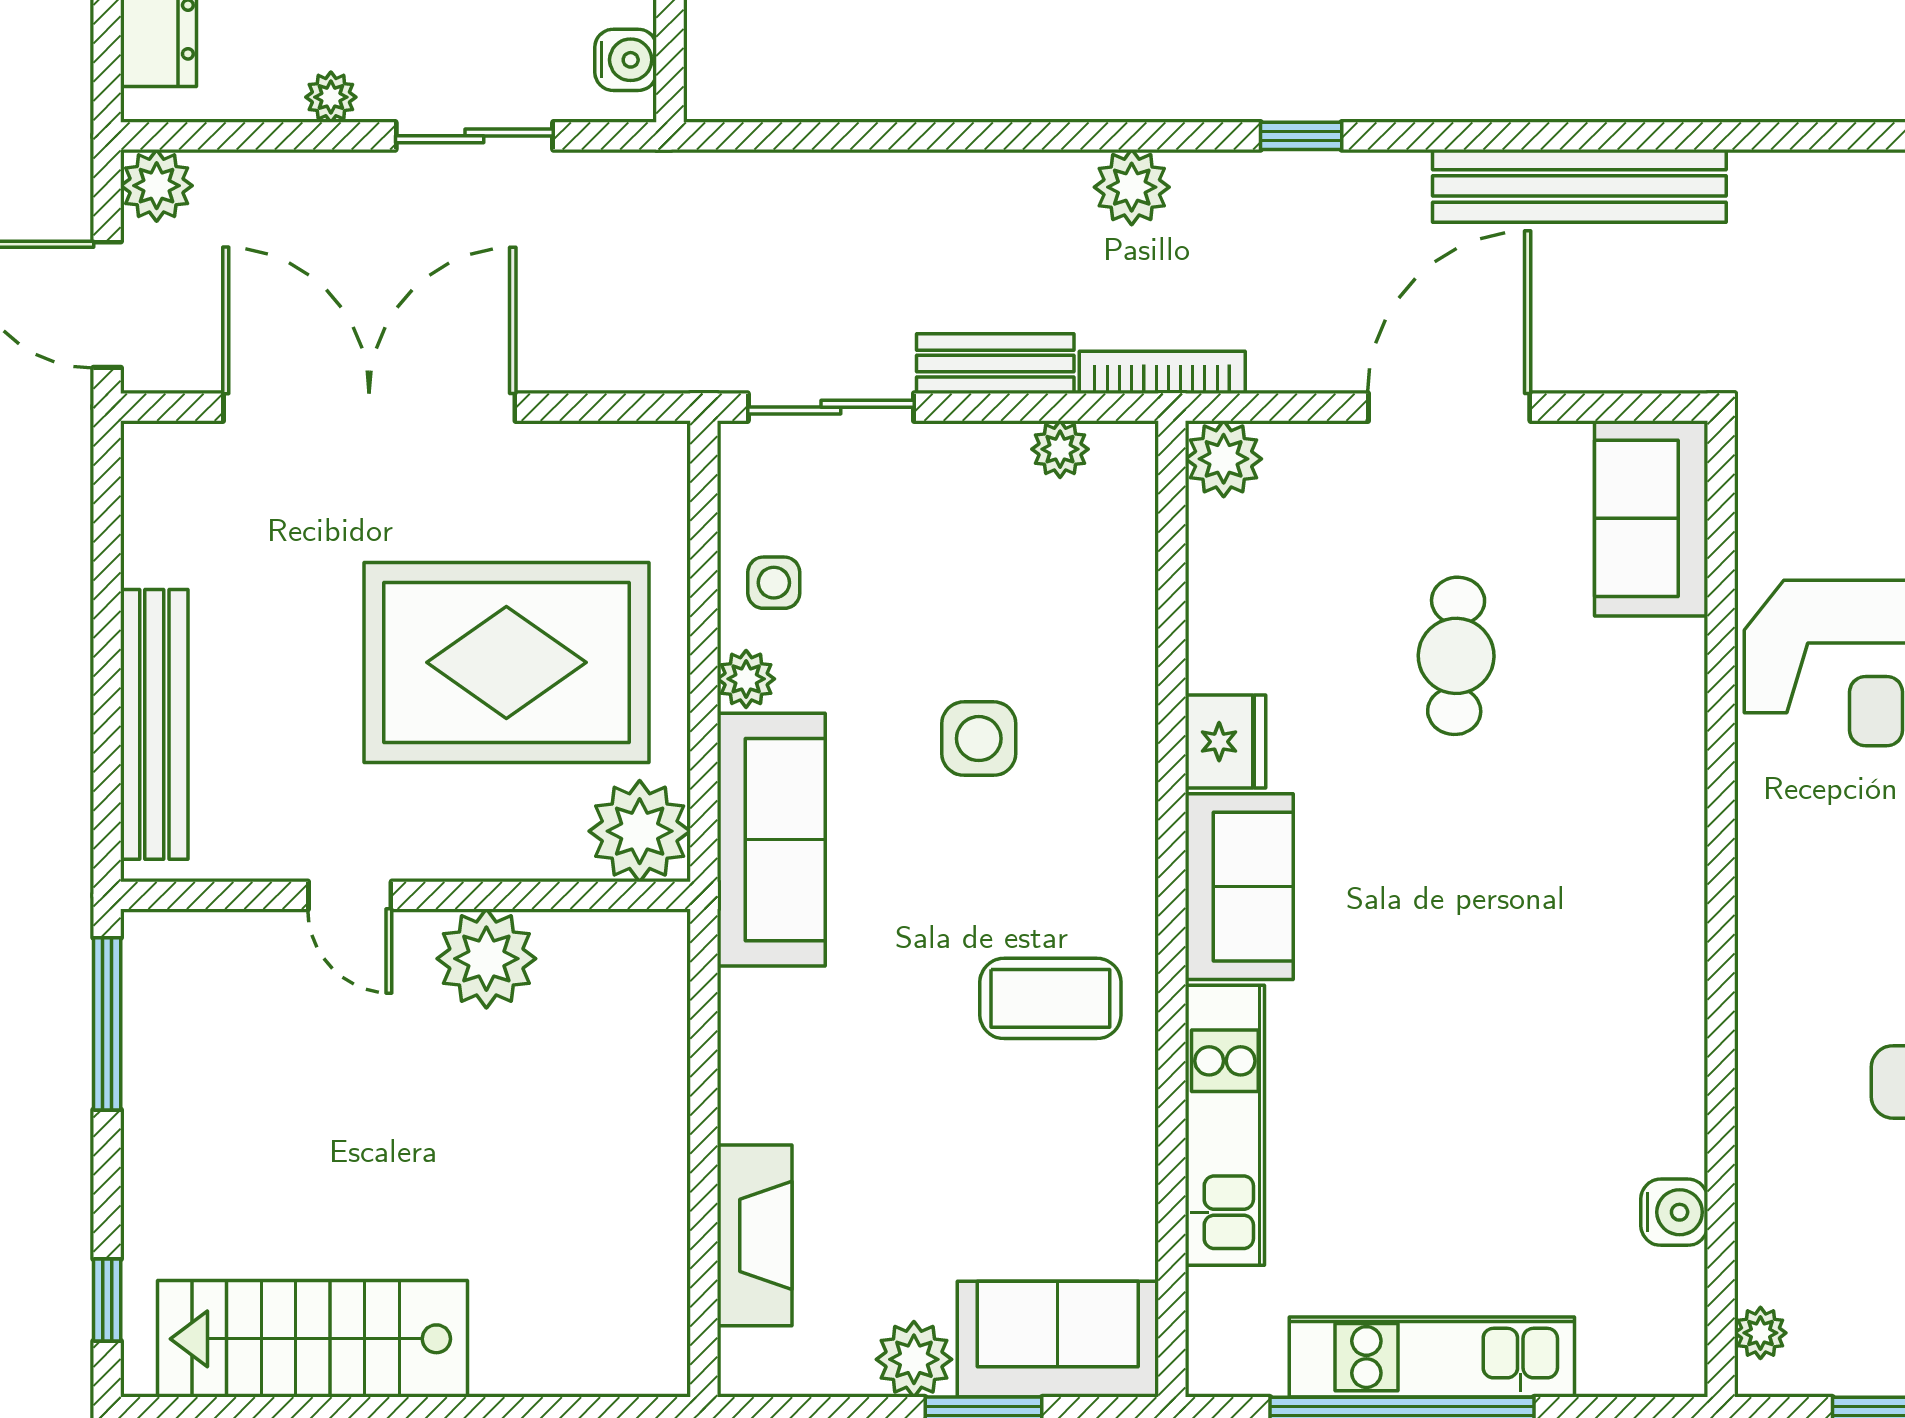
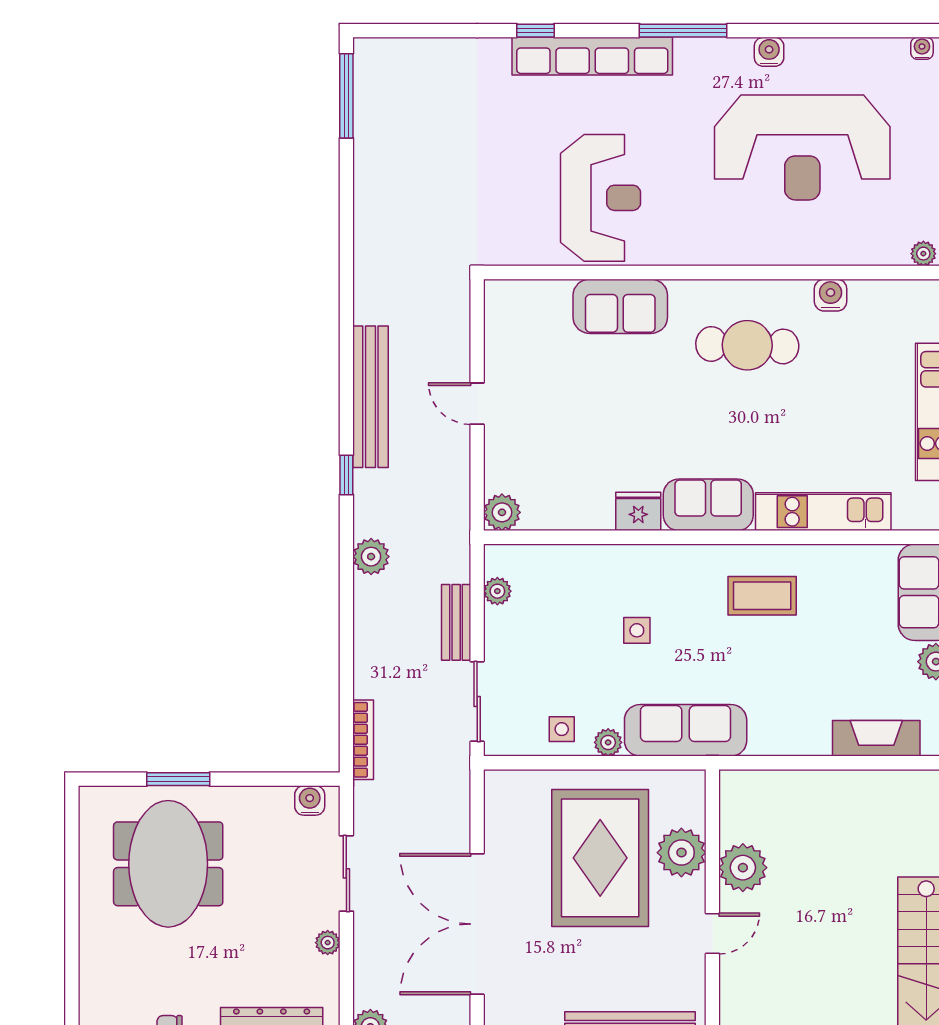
bench: (1579, 186) -> (370, 397), moved
bookcase: (1162, 372) -> (363, 740), moved, turned 180
door: (1449, 407) -> (477, 404), width x0.53
sofa: (1651, 518) -> (620, 306), moved
cafe table: (1456, 656) -> (747, 345), moved, width x1.37, depth x1.35
side table: (979, 739) -> (637, 630), width x0.73, depth x0.73
plant: (640, 831) -> (681, 853), moved
coffee table: (1050, 998) -> (762, 596), turned 90
water cooler: (1674, 1212) -> (831, 295), moved

